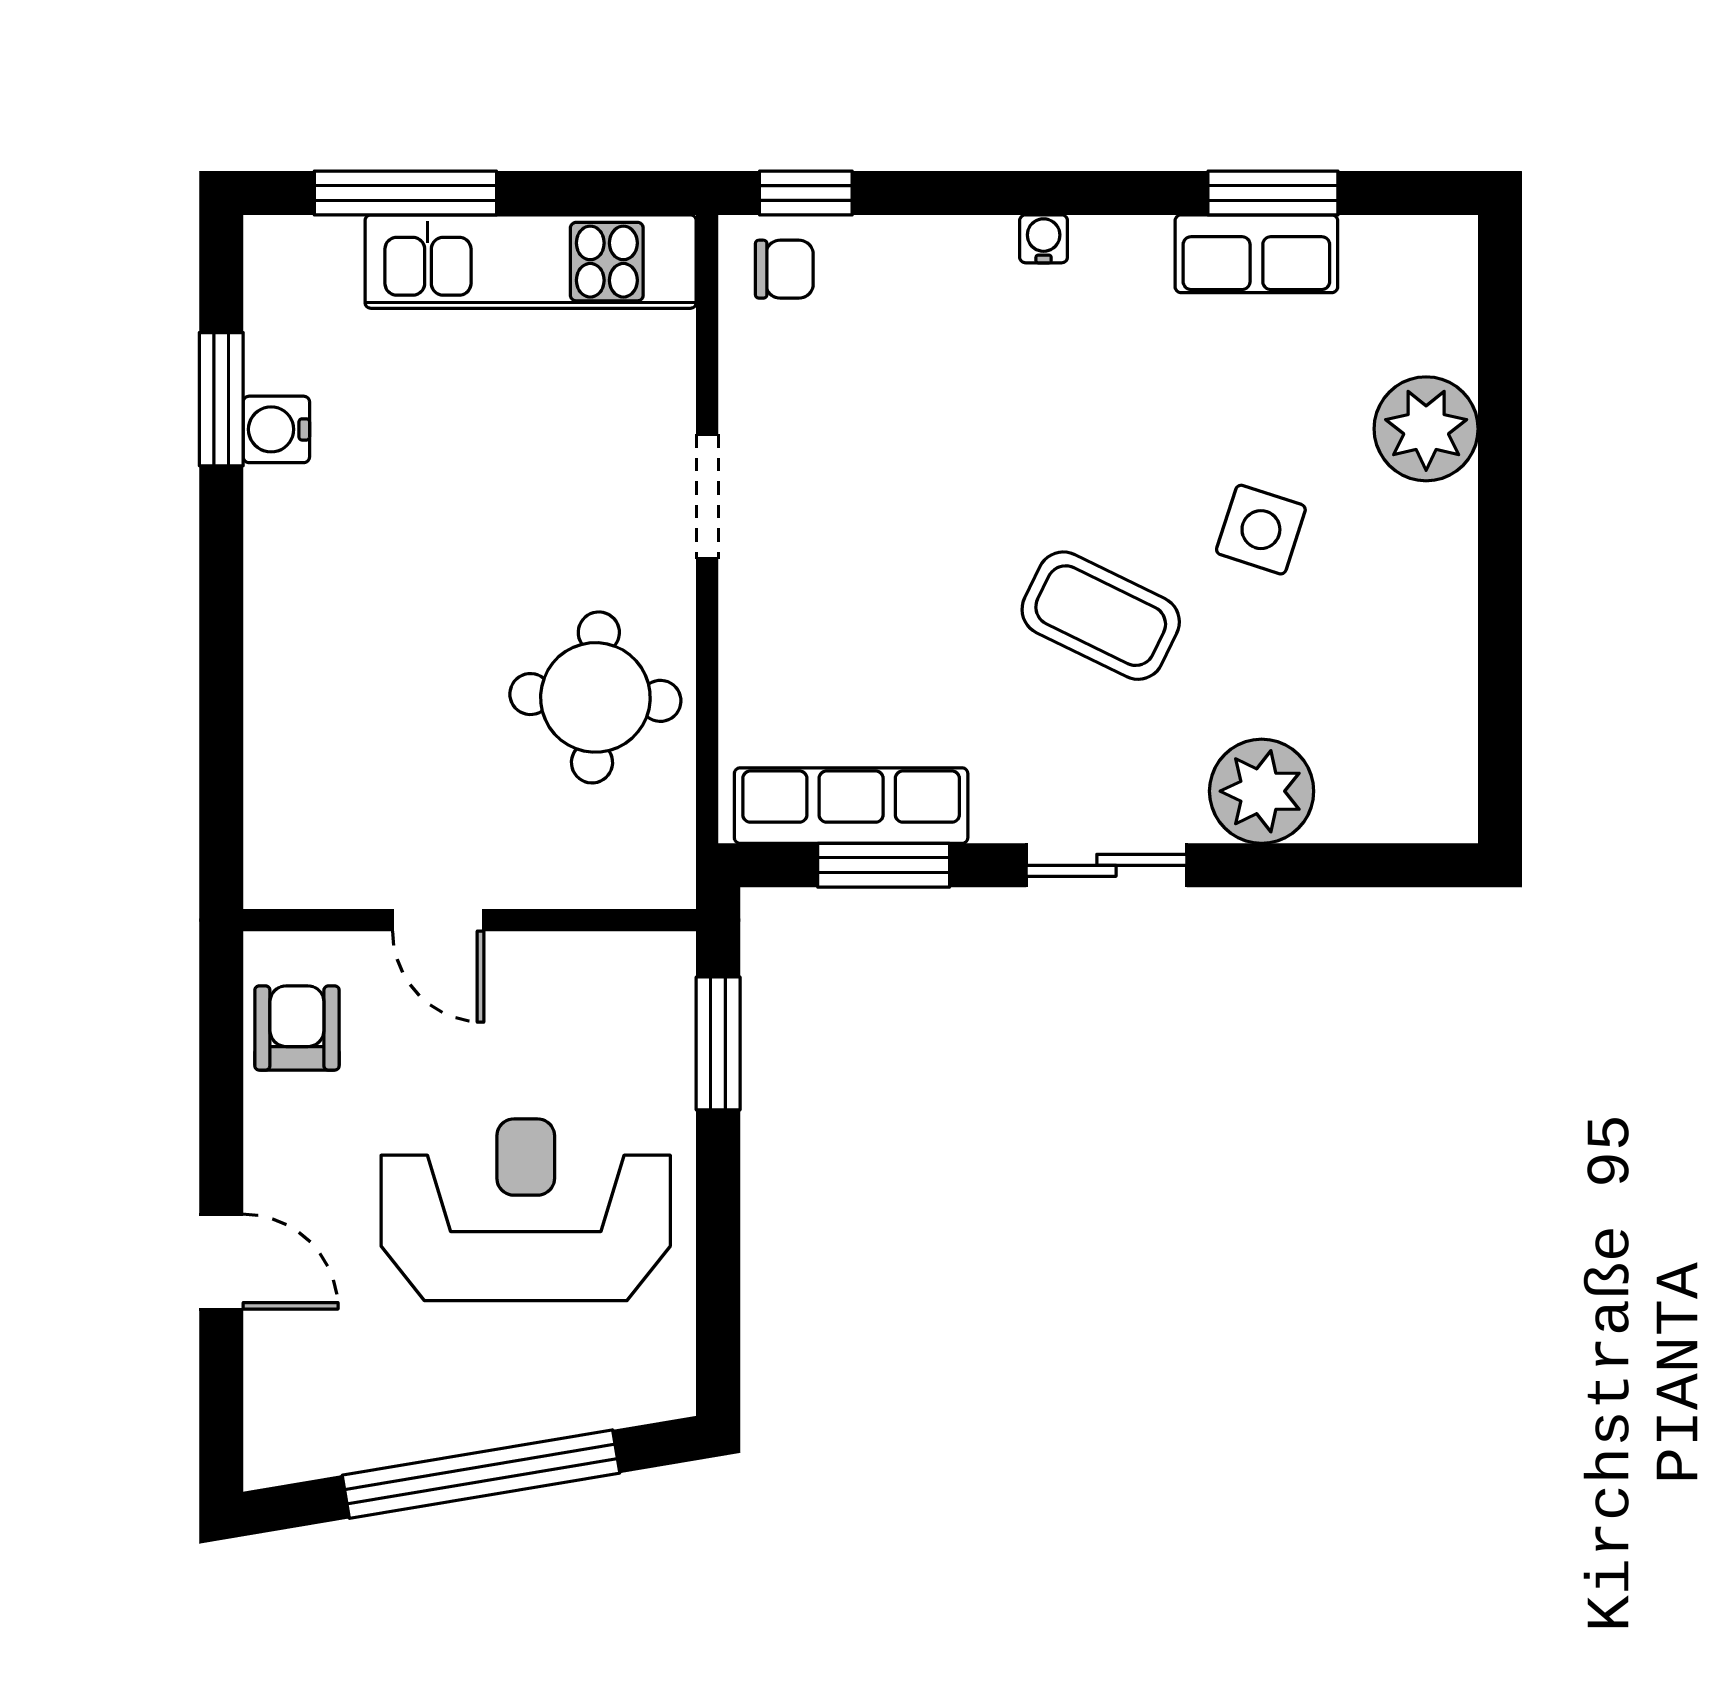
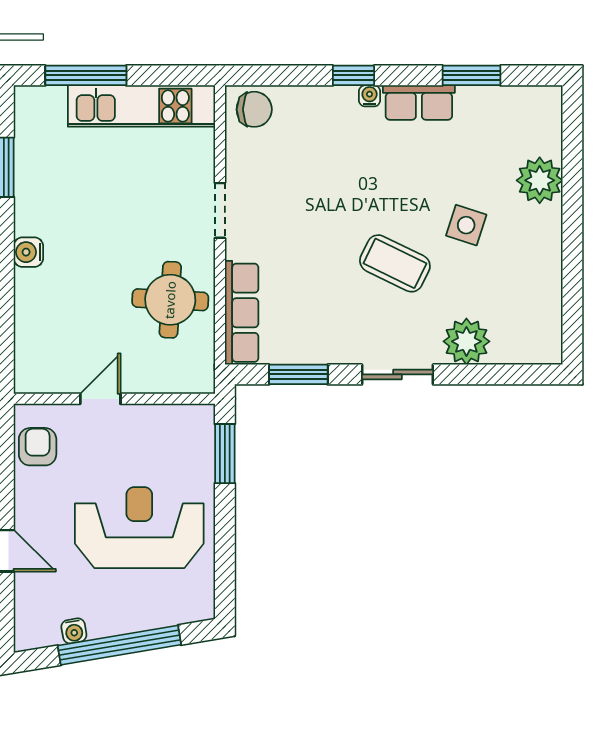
window: (806, 193) -> (353, 75), moved
row of seats: (1256, 254) -> (419, 102), moved
chair: (784, 269) -> (254, 109), width x1.37, depth x1.37
water cooler: (276, 429) -> (28, 252), moved
row of seats: (851, 806) -> (242, 313), moved, turned 90
door: (438, 920) -> (100, 399), swing flipped
water cooler: (379, 1442) -> (74, 631), added

